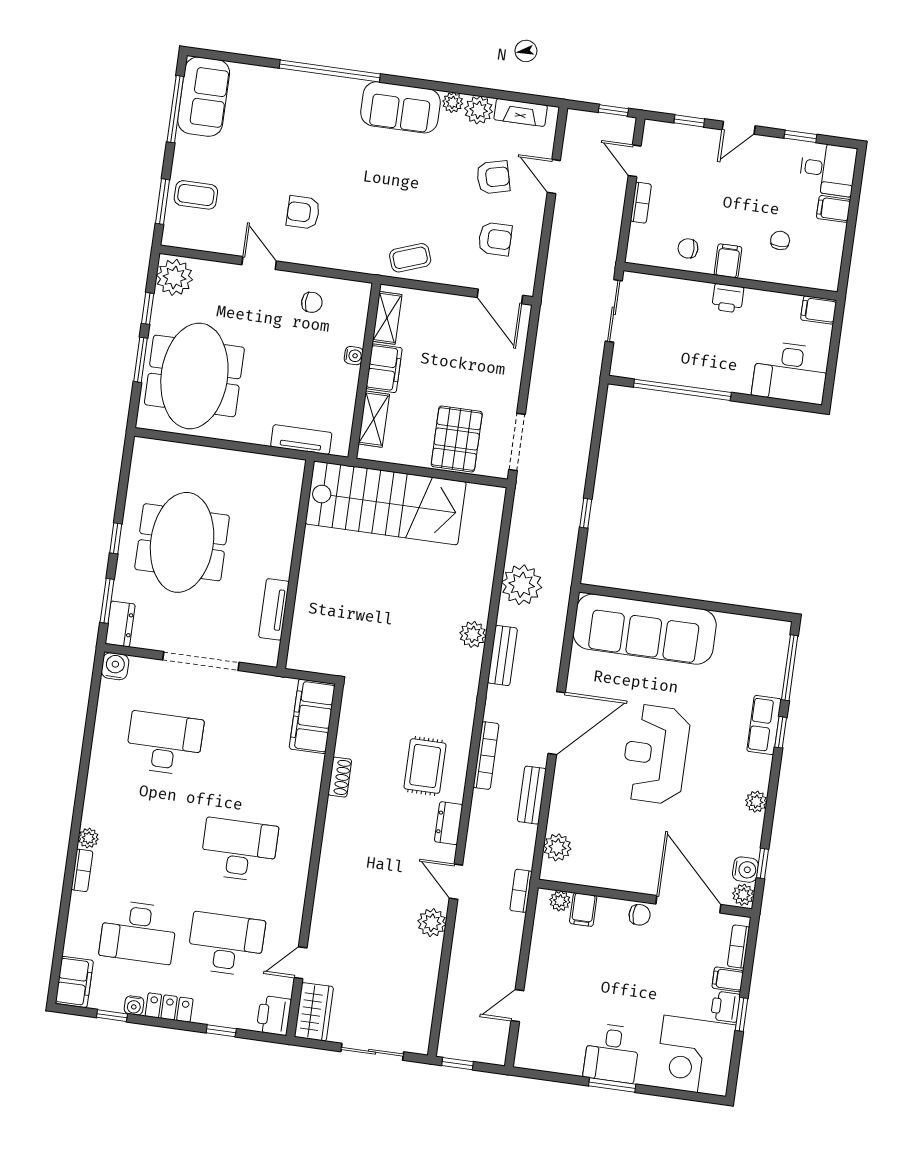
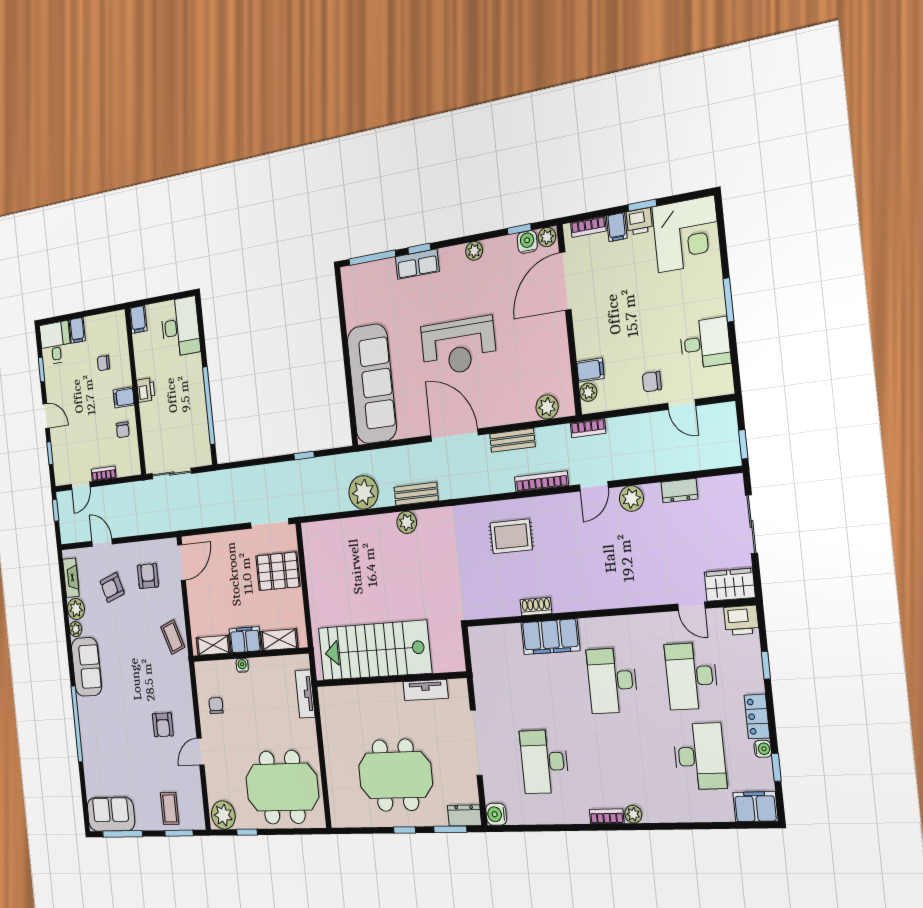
door: (554, 176) -> (102, 543), swing flipped
armchair: (493, 177) -> (112, 587), turned -94
window: (141, 360) -> (281, 832), removed
stairs: (386, 503) -> (374, 650), moved, turned -90
filing cabinet: (312, 716) -> (550, 637), moved
bookcase: (486, 756) -> (541, 481), moved
dresser: (449, 823) -> (679, 491), moved
bookcase: (82, 870) -> (607, 816), moved
chair: (640, 915) -> (652, 382), moved, turned -90
desk: (612, 1053) -> (705, 343), moved

